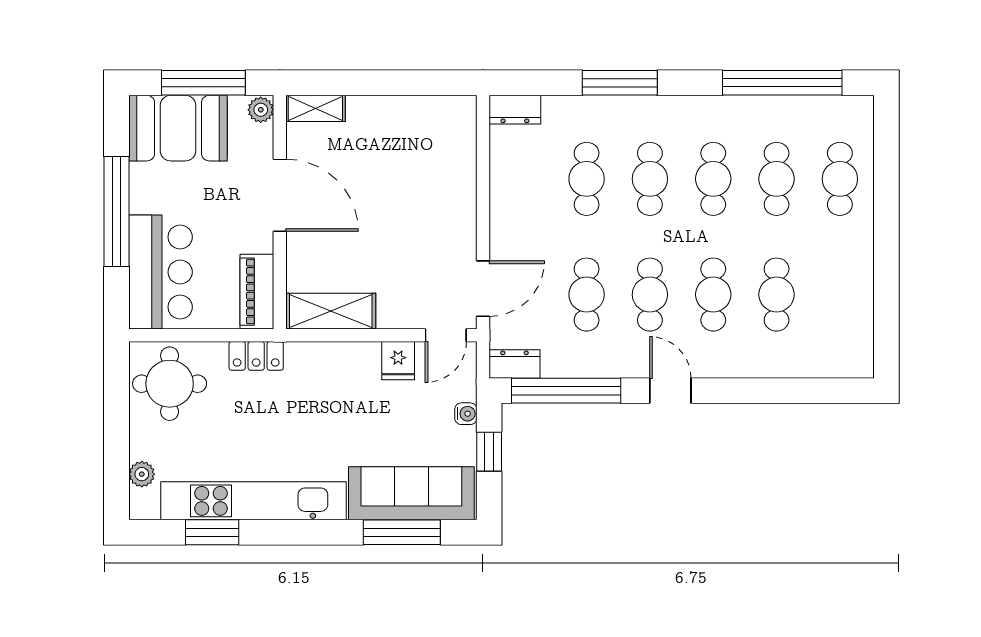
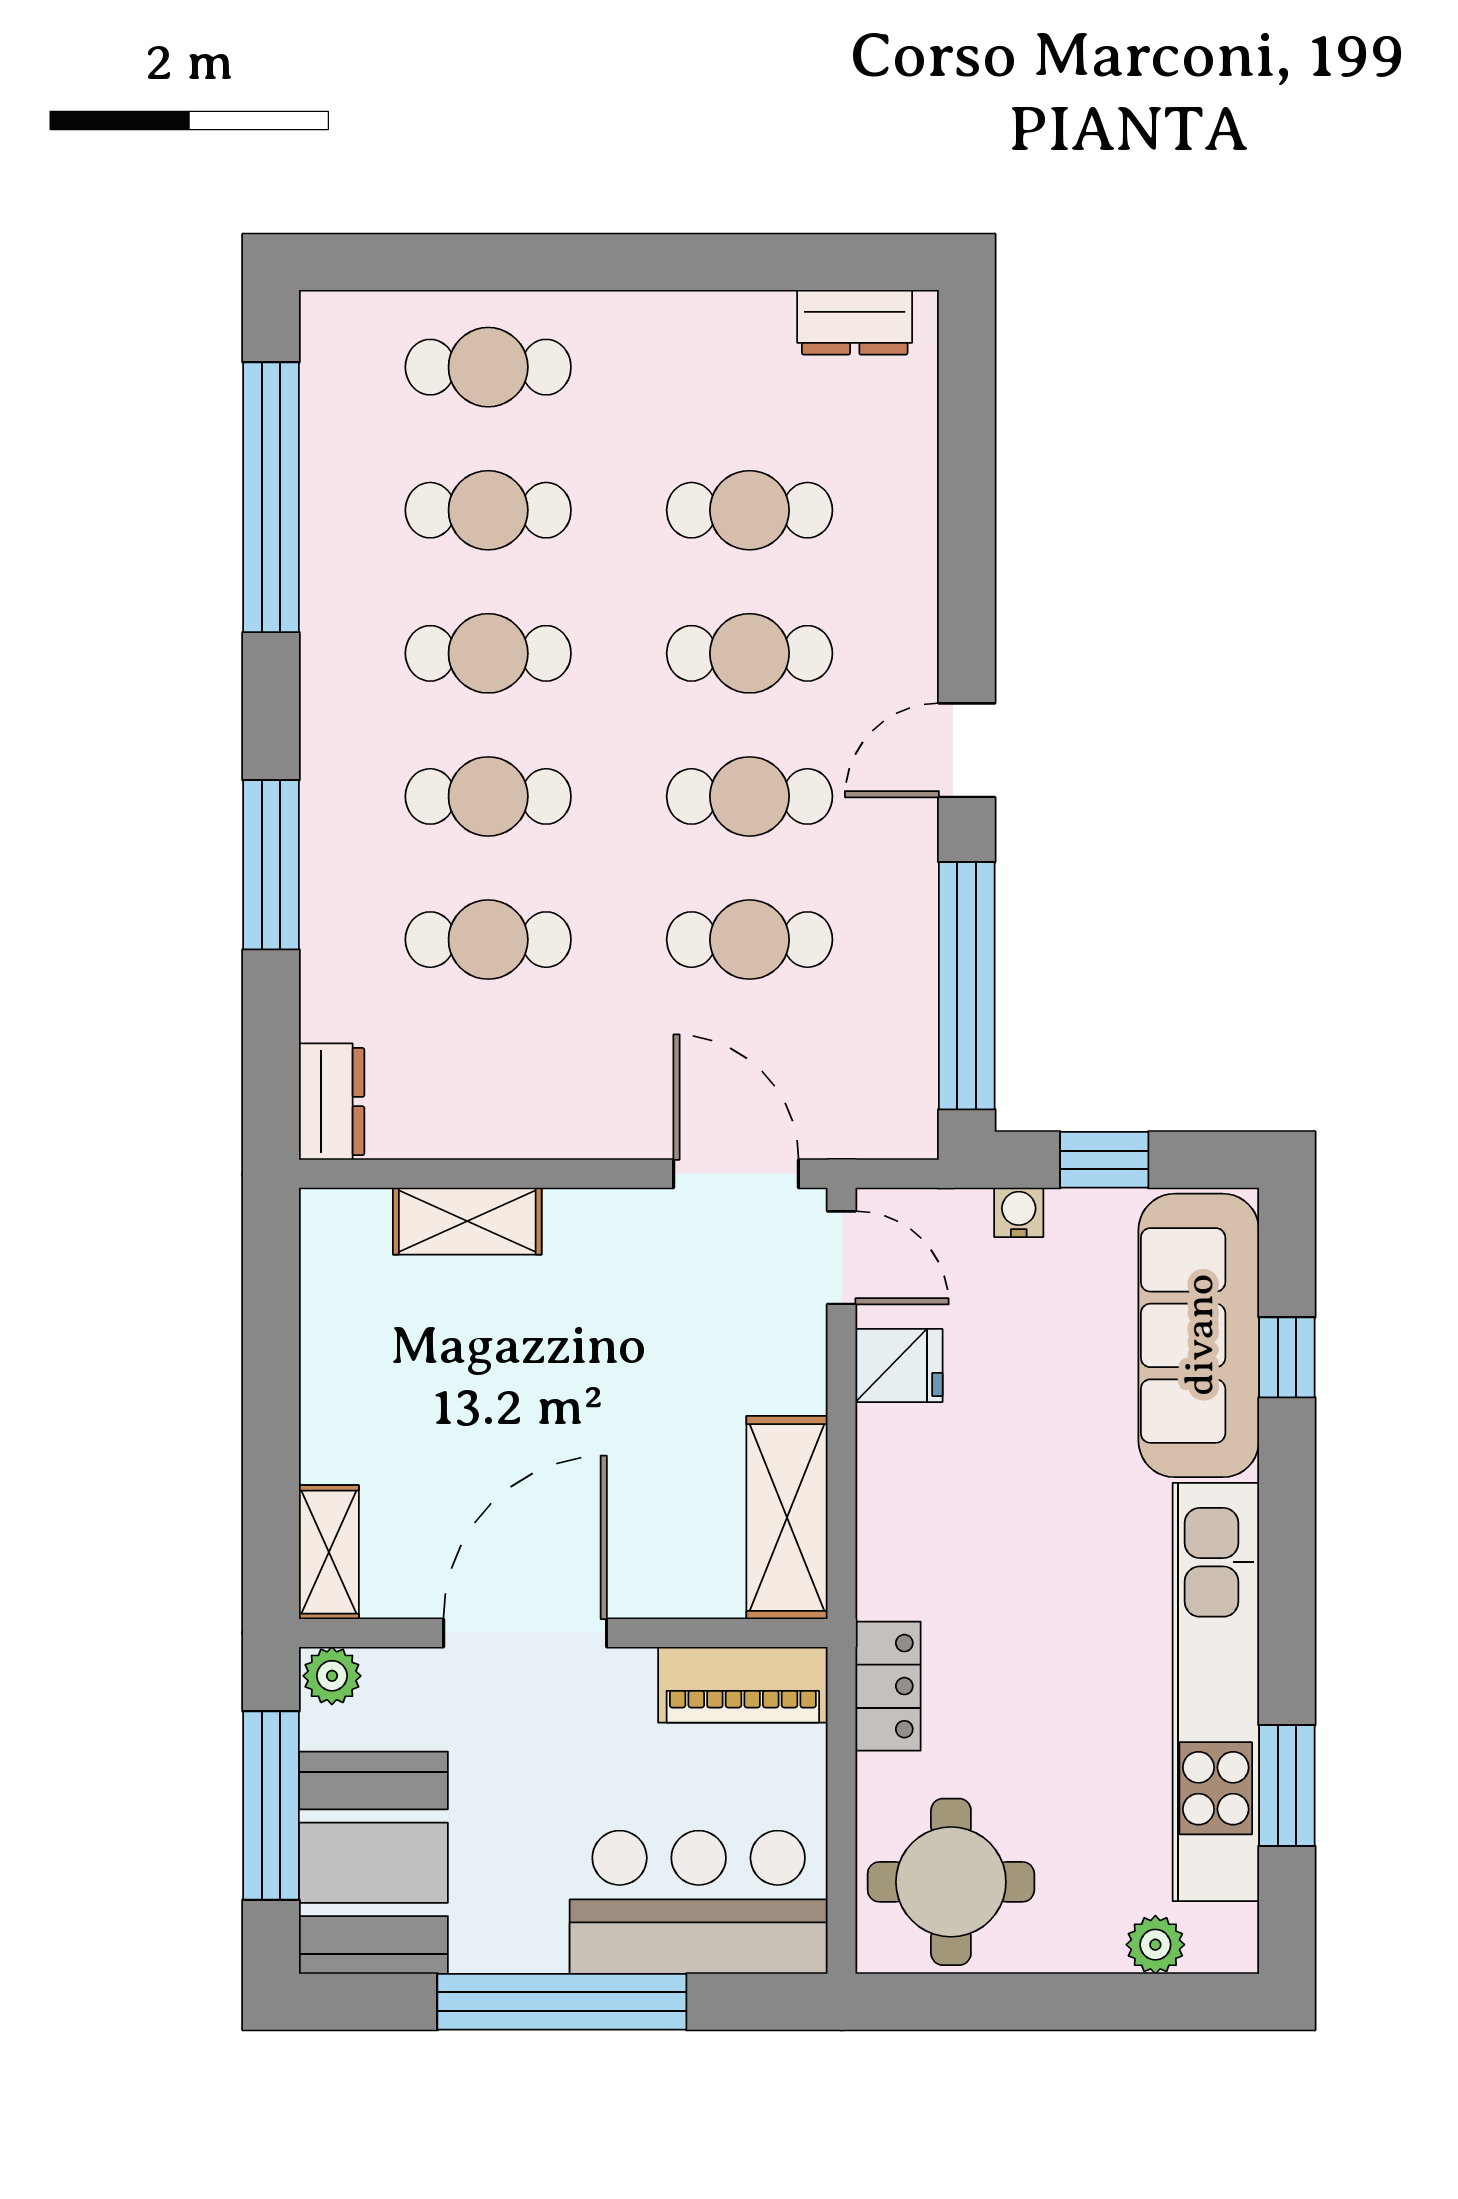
shelving: (462, 170) -> (467, 1221), added
dresser: (515, 364) -> (855, 322), moved, turned -90
window: (402, 532) -> (1287, 1357), width x0.46

